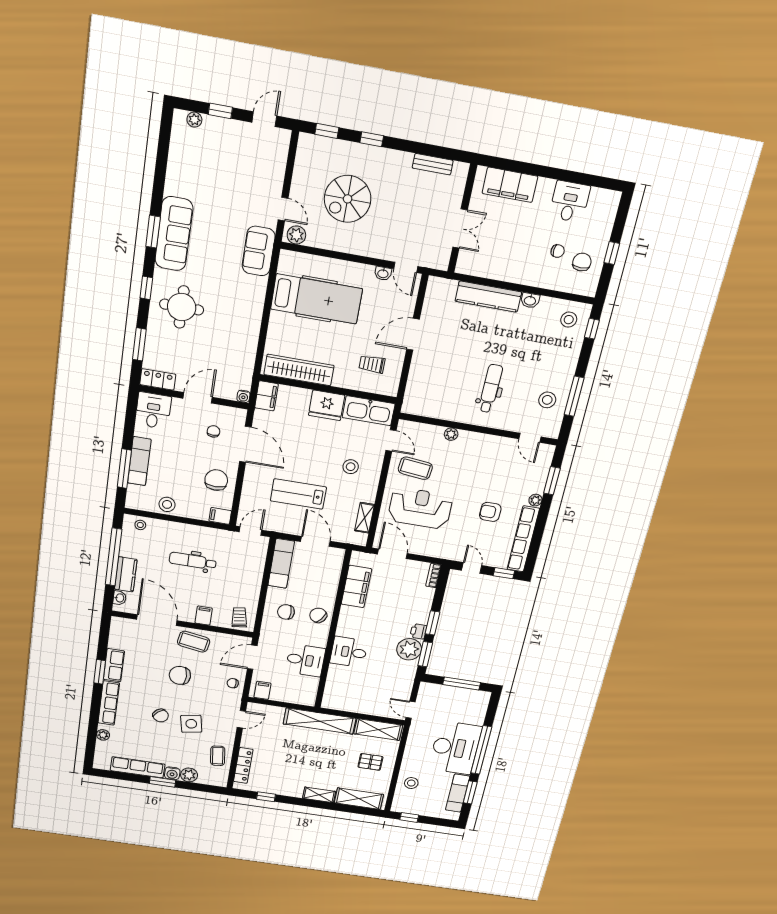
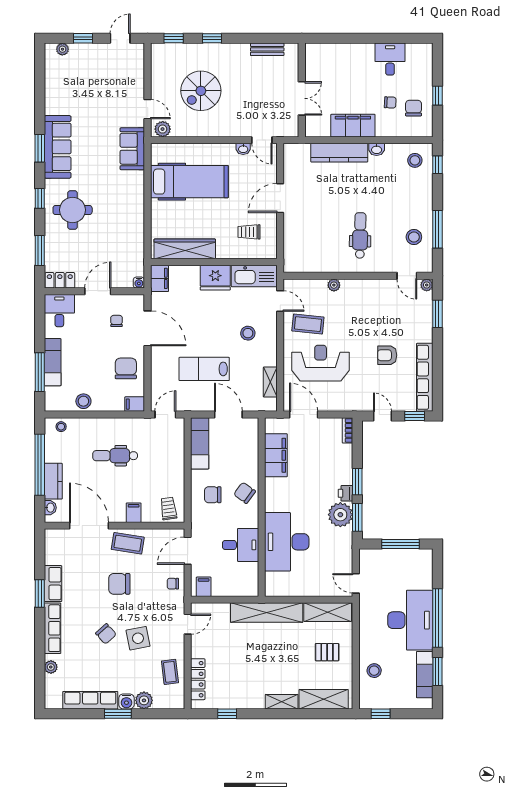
filing cabinet: (510, 185) -> (353, 126), moved, turned 180
plant: (535, 500) -> (427, 285), moved
desk: (349, 652) -> (287, 542), width x1.87, depth x1.30

